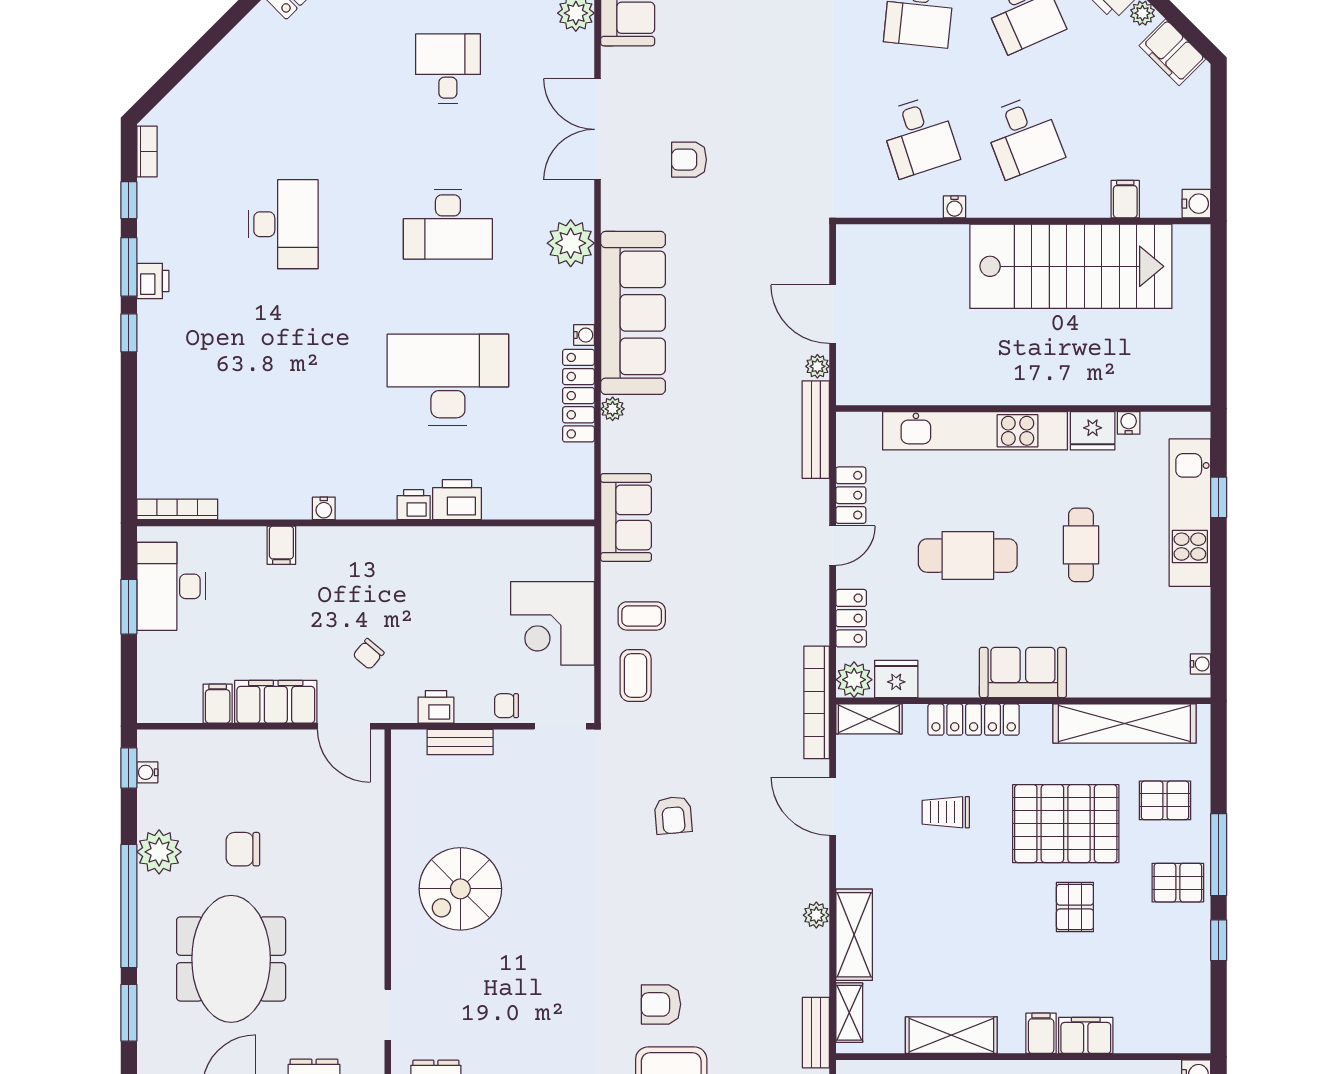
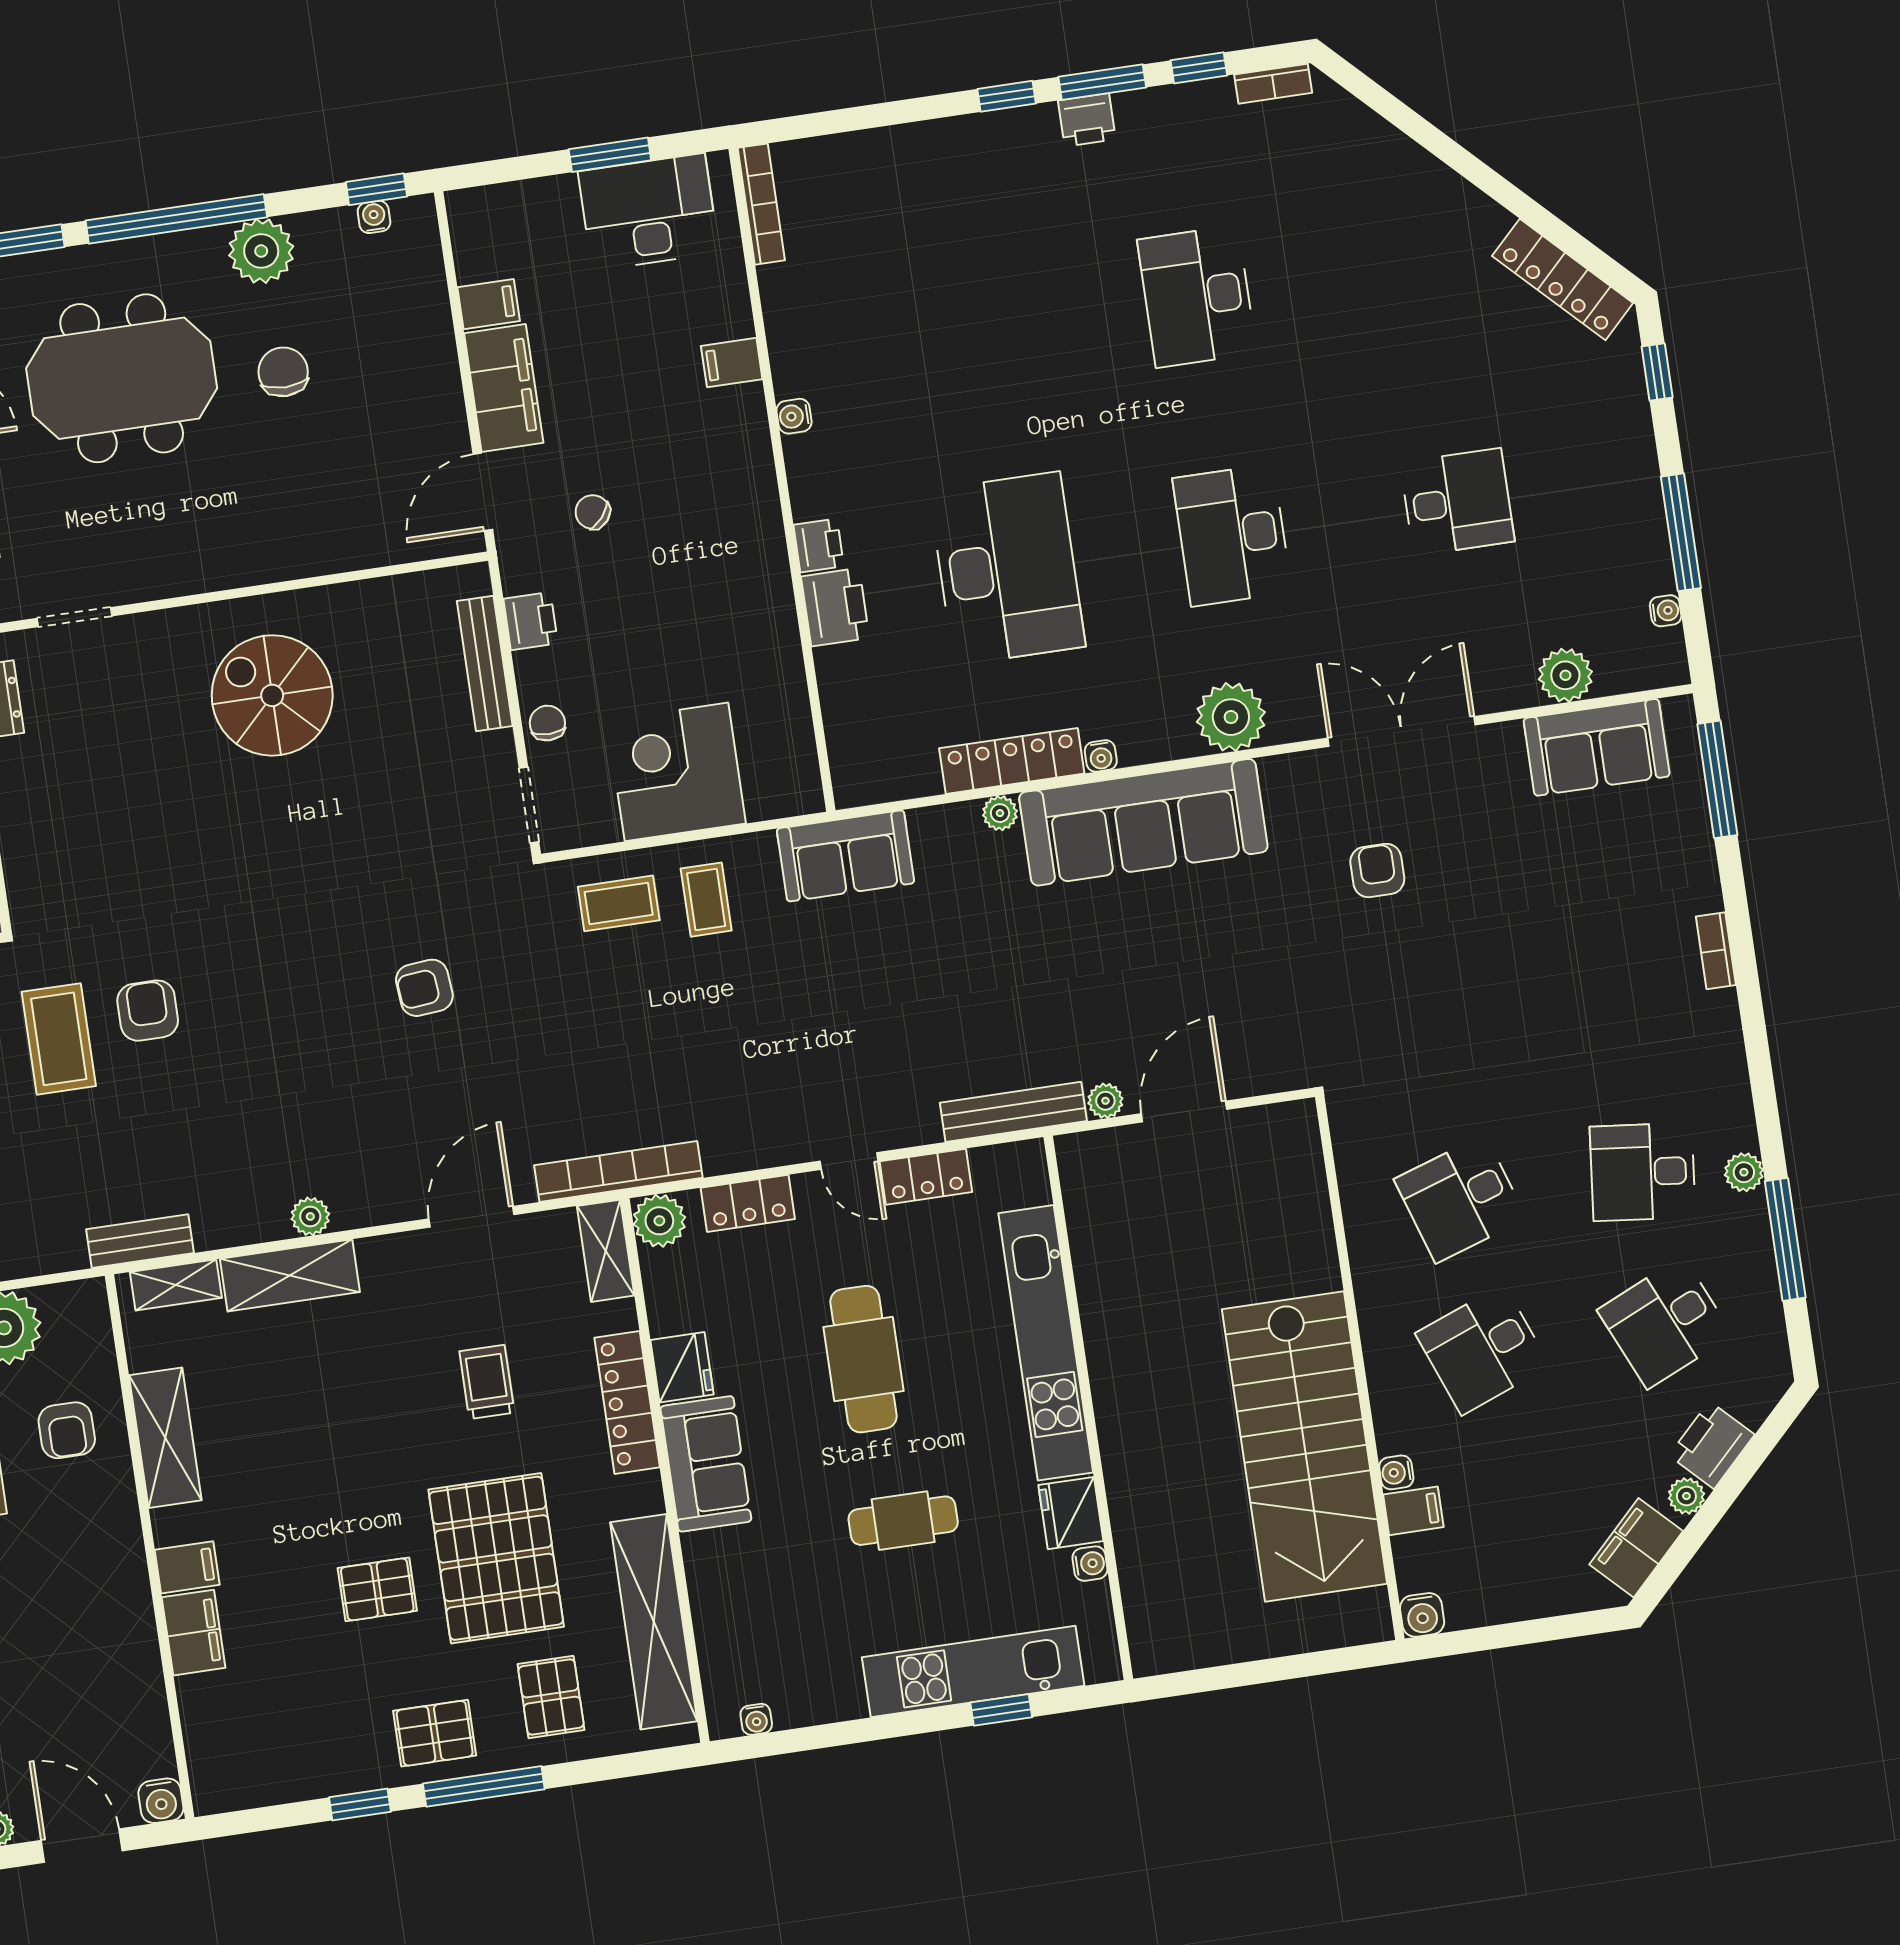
water cooler: (955, 207) -> (1396, 1472), moved
desk: (283, 224) -> (1197, 297), turned 90
fridge: (896, 679) -> (682, 1367), moved
bench: (460, 742) -> (485, 664), width x1.36
pallet: (1178, 883) -> (435, 1733), turned 90

